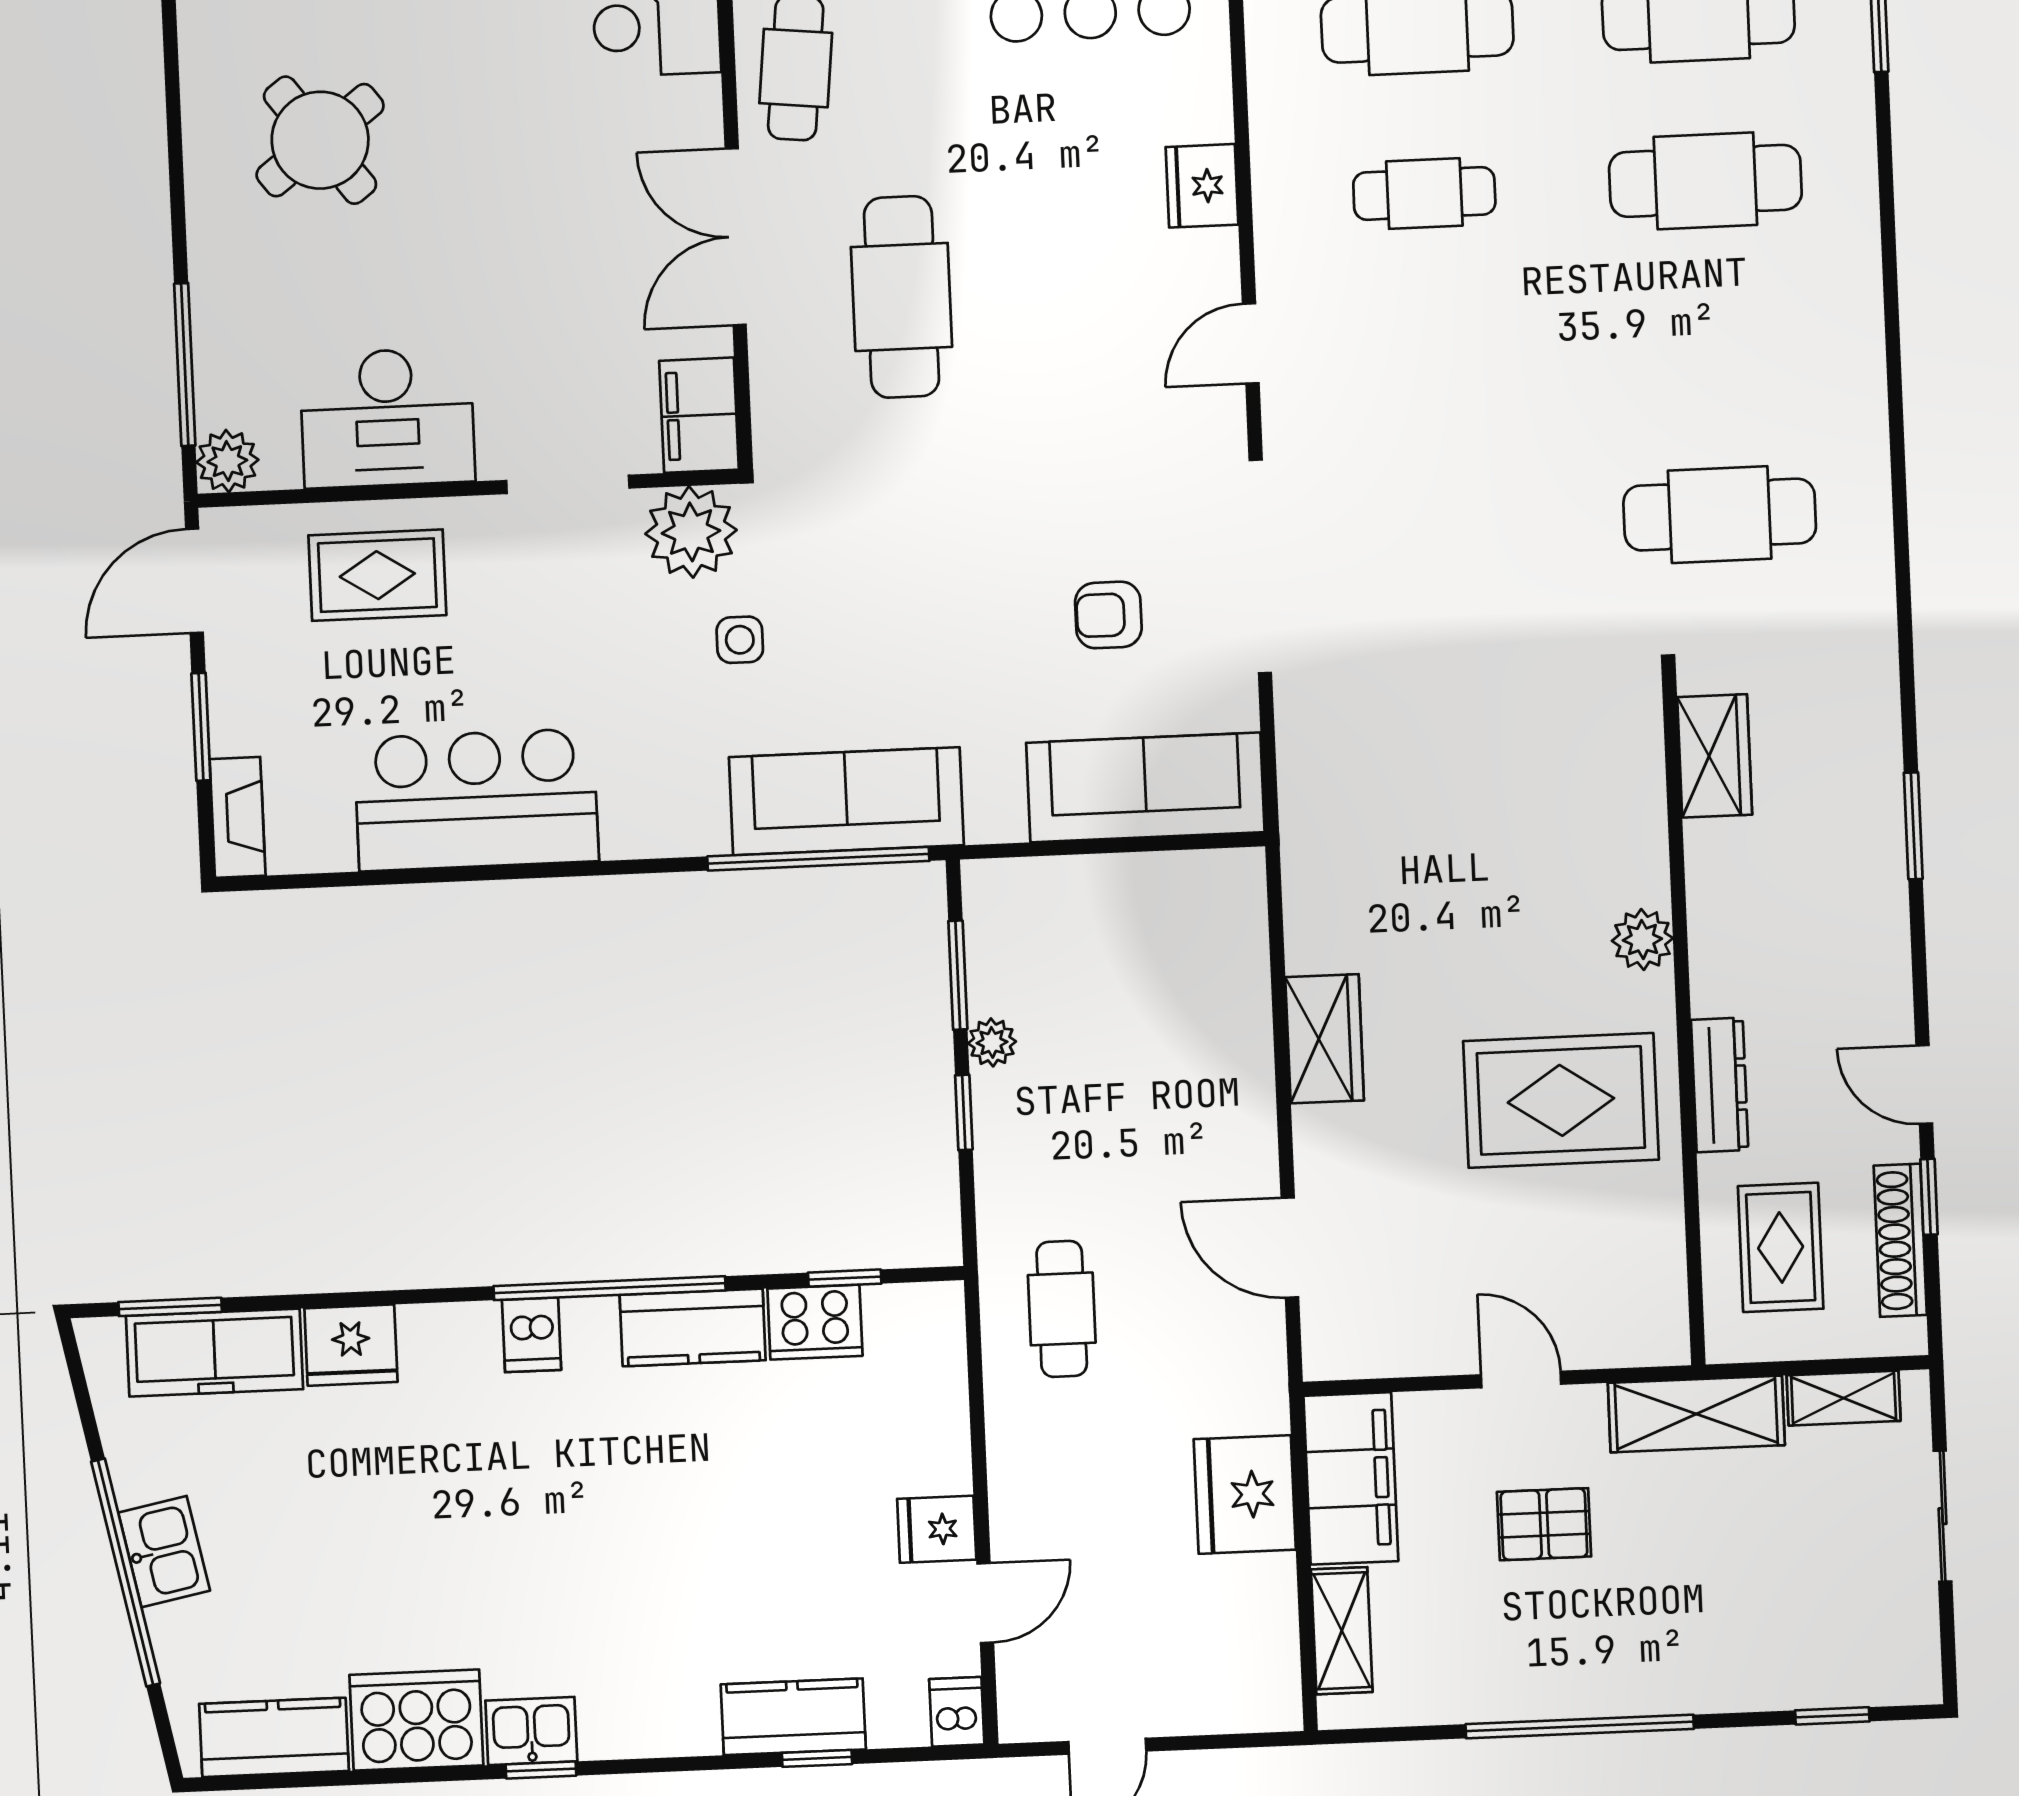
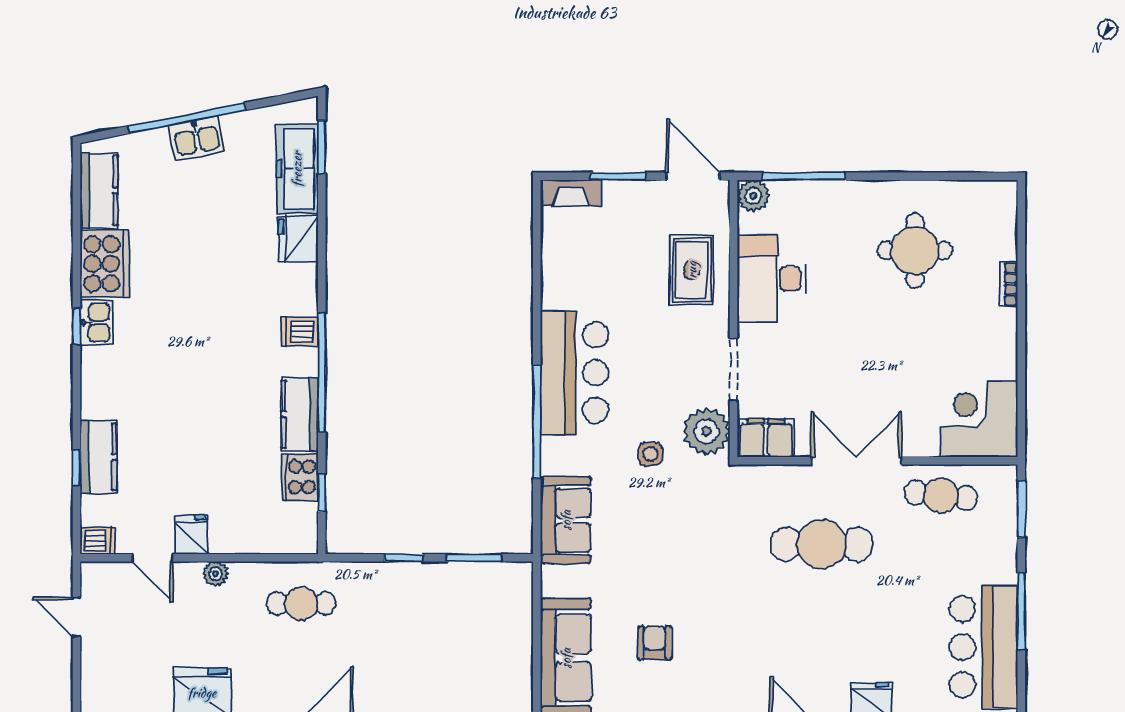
round table: (320, 140) -> (915, 251), turned 37
bar counter: (476, 800) -> (575, 373), moved
sofa: (846, 801) -> (566, 520), width x0.73
window: (818, 859) -> (537, 421), moved
plant: (992, 1042) -> (215, 574), moved

